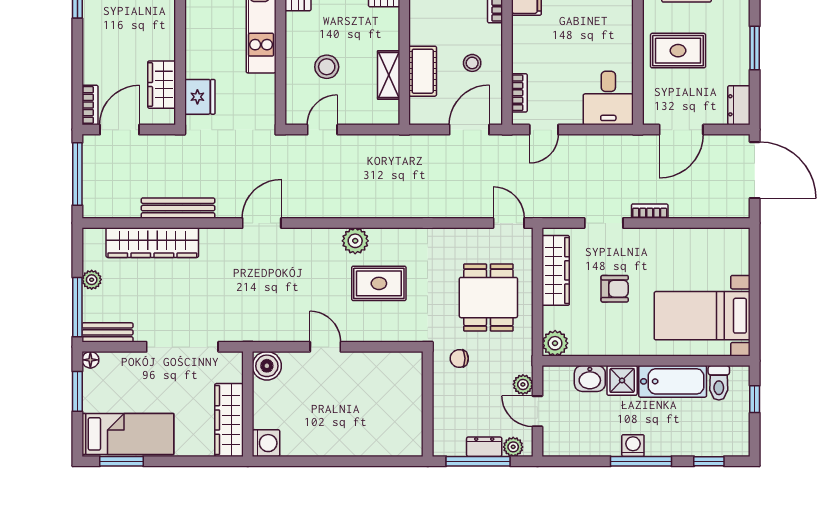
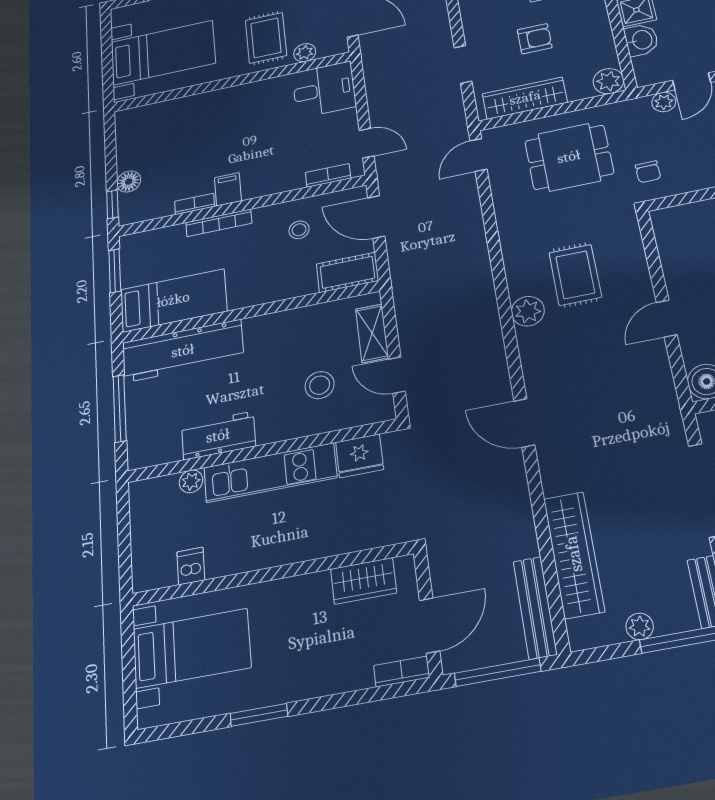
cot: (423, 71) -> (347, 272), moved
shelving: (389, 75) -> (372, 333), moved, turned 90
plant: (652, 85) -> (305, 53), added
fridge: (200, 97) -> (360, 456), moved, turned 180
door: (119, 130) -> (430, 626), swing flipped
bench: (178, 208) -> (535, 608), moved
bookcase: (650, 211) -> (443, 26), removed
armchair: (615, 289) -> (535, 39), turned 90

